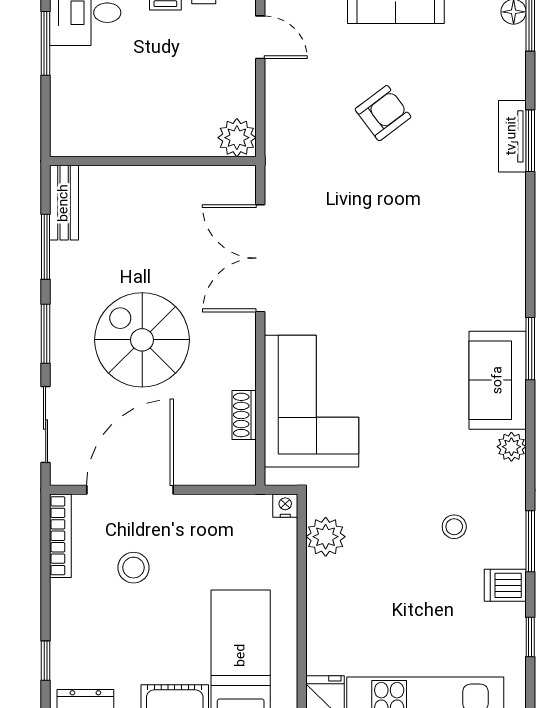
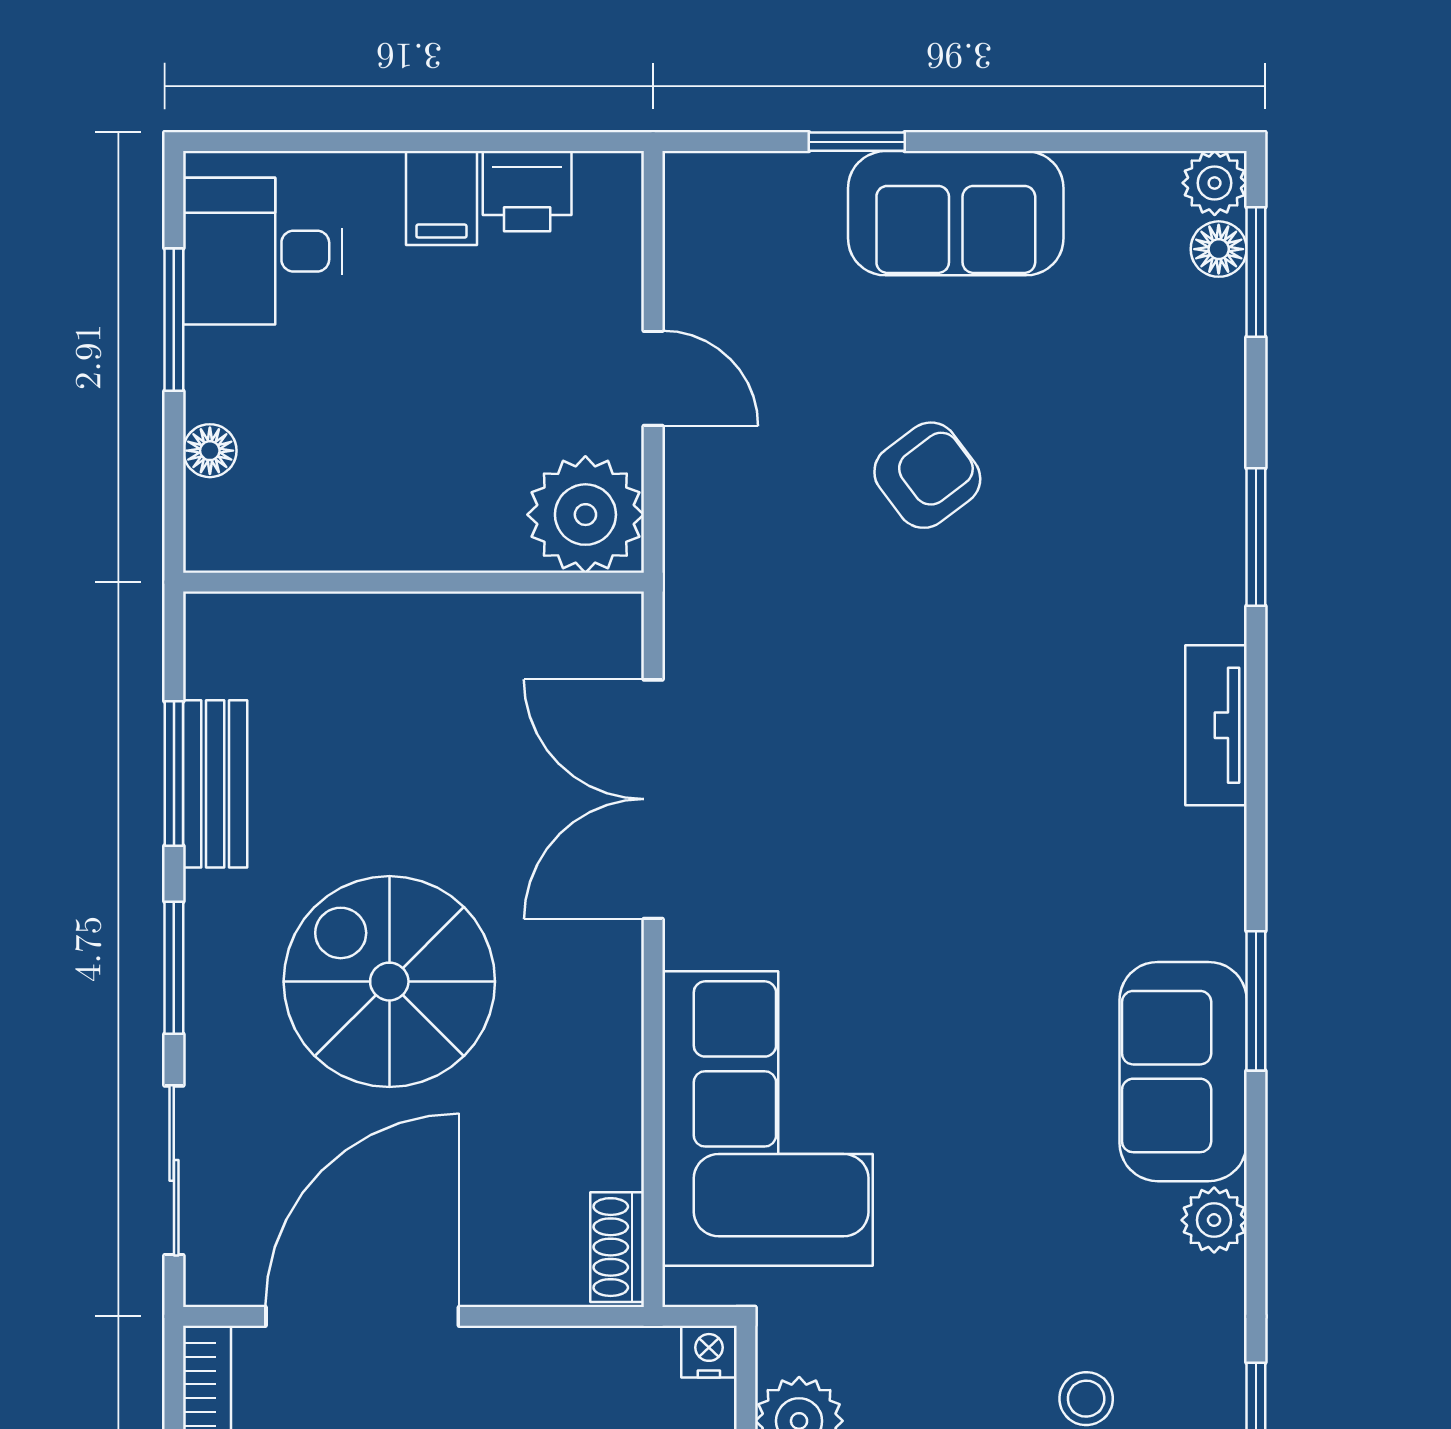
door: (260, 37) -> (653, 378), moved
floor lamp: (62, 102) -> (210, 451), added
tv unit: (512, 136) -> (1216, 725), moved
plant: (237, 138) -> (585, 515), width x1.36, depth x1.36
bench: (64, 203) -> (215, 784), moved
shoe rack: (244, 415) -> (617, 1247), moved

